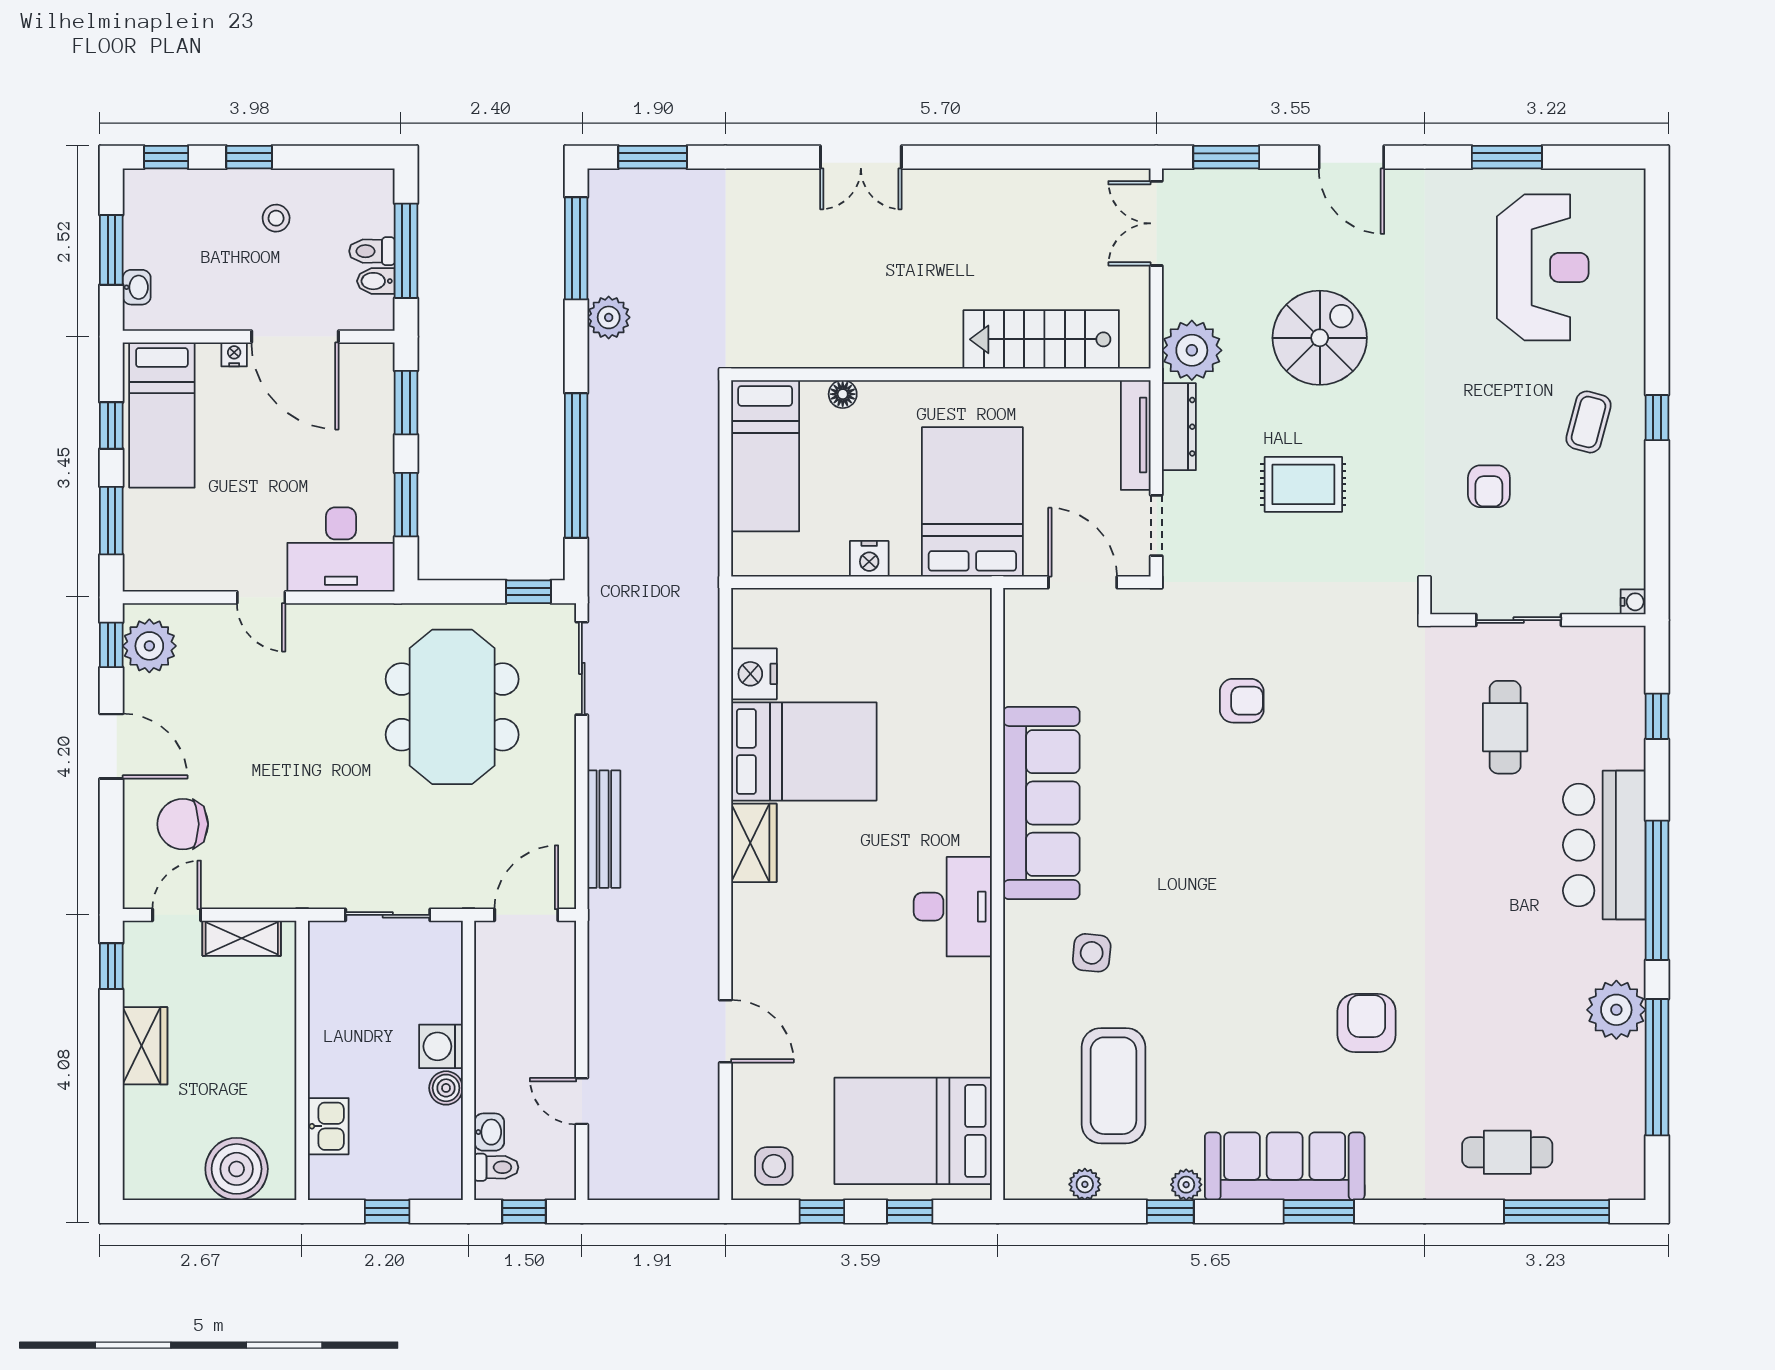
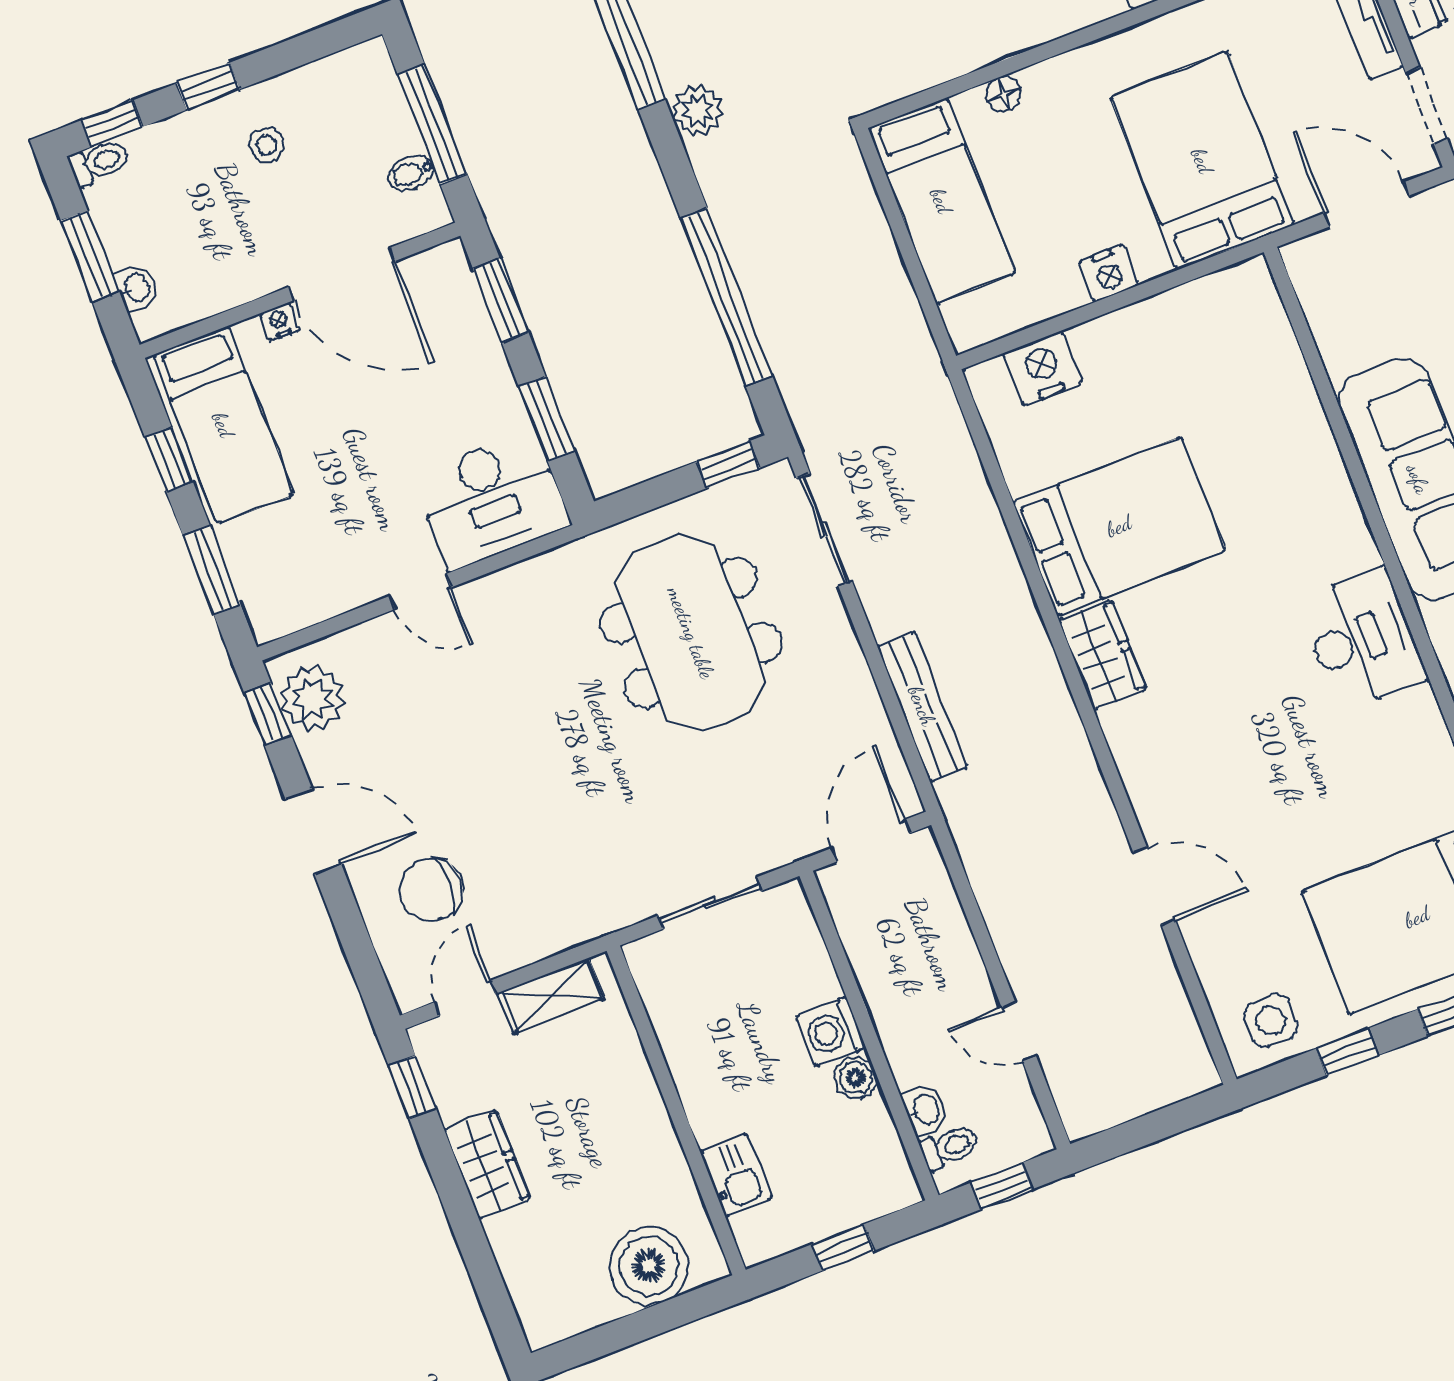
toilet: (372, 251) -> (99, 162), moved, turned 180
nightstand: (754, 674) -> (1043, 368), moved, turned 90

